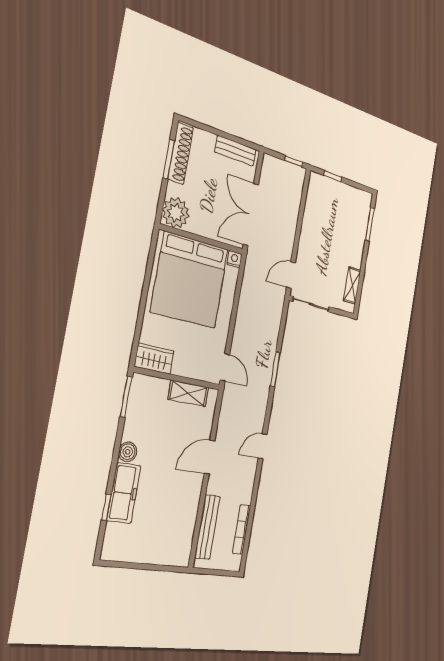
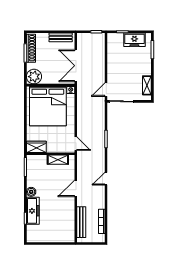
freezer: (348, 197) -> (134, 40), added

